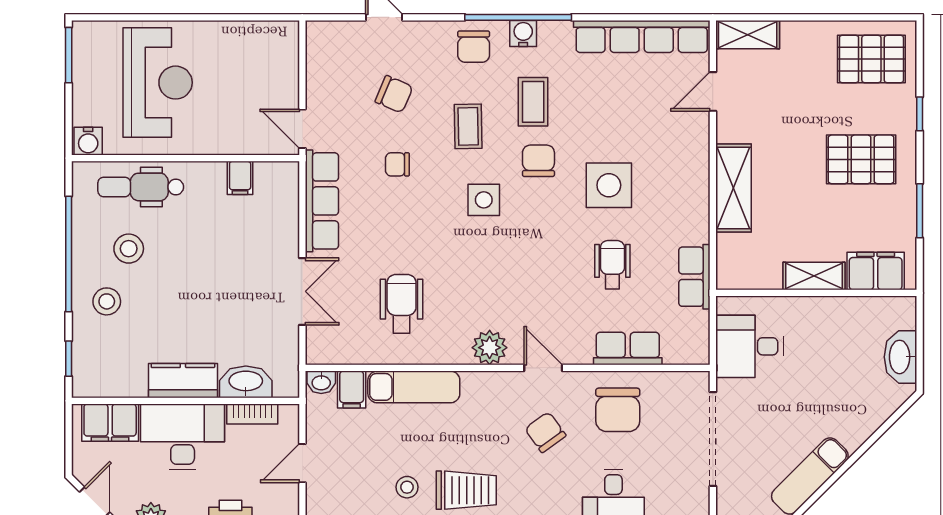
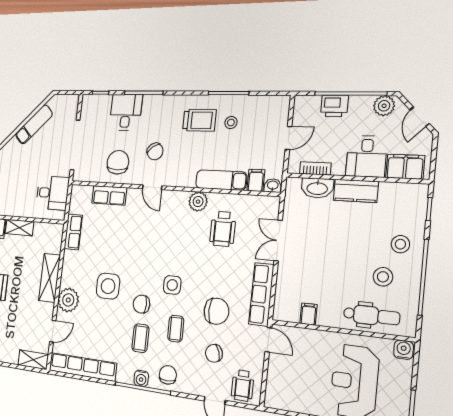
chair: (394, 94) -> (214, 353), turned -42
plant: (688, 152) -> (68, 300), added
chair: (538, 161) -> (141, 304), turned 90
chair: (397, 164) -> (216, 311), width x1.87, depth x1.87
wheelchair: (612, 265) -> (243, 386), moved
plant: (490, 348) -> (198, 202), moved
desk: (183, 437) -> (366, 156), width x0.73
trolley: (466, 490) -> (199, 120), turned 180

